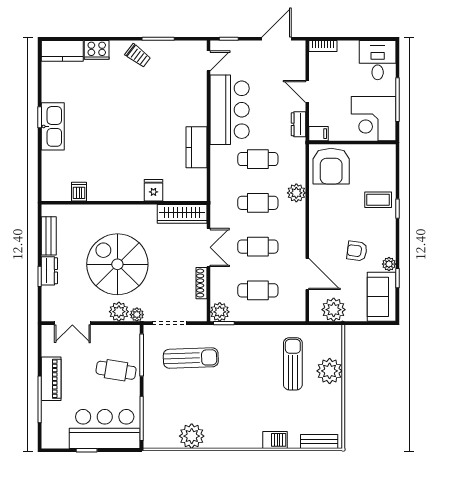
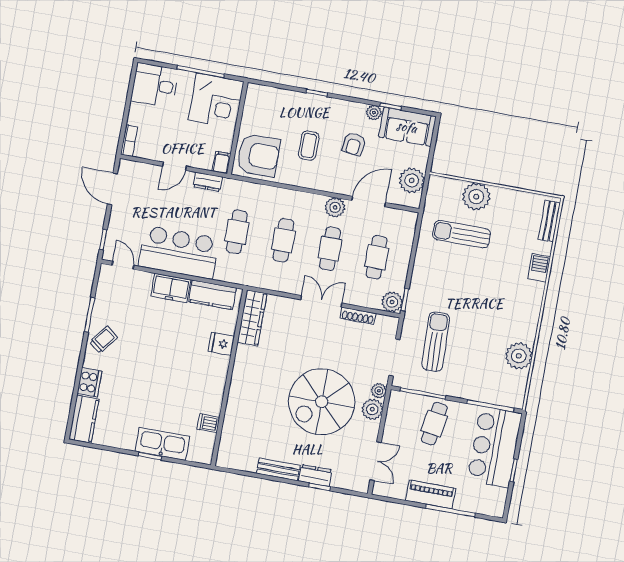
freezer: (196, 108) -> (171, 288), added
fridge: (153, 190) -> (221, 344), moved
dishwasher: (79, 192) -> (208, 423), moved
plant: (296, 193) -> (335, 207), moved
coffee table: (378, 200) -> (309, 146), moved
wall: (124, 203) -> (229, 377), moved
wardrobe: (182, 214) -> (252, 318), moved

